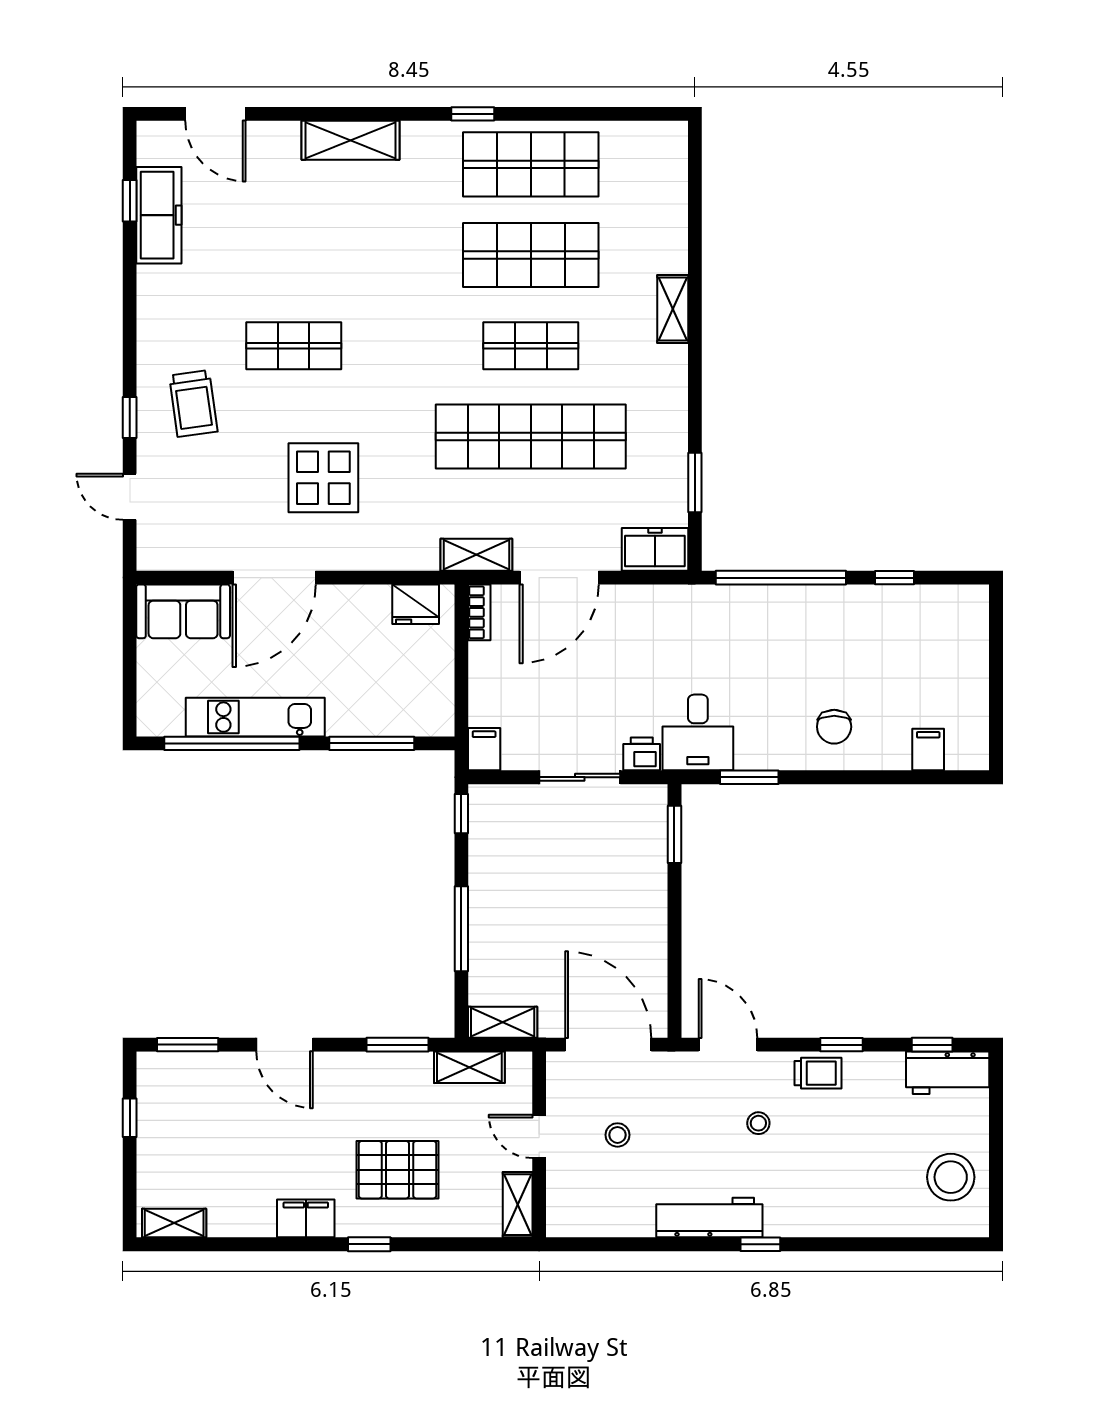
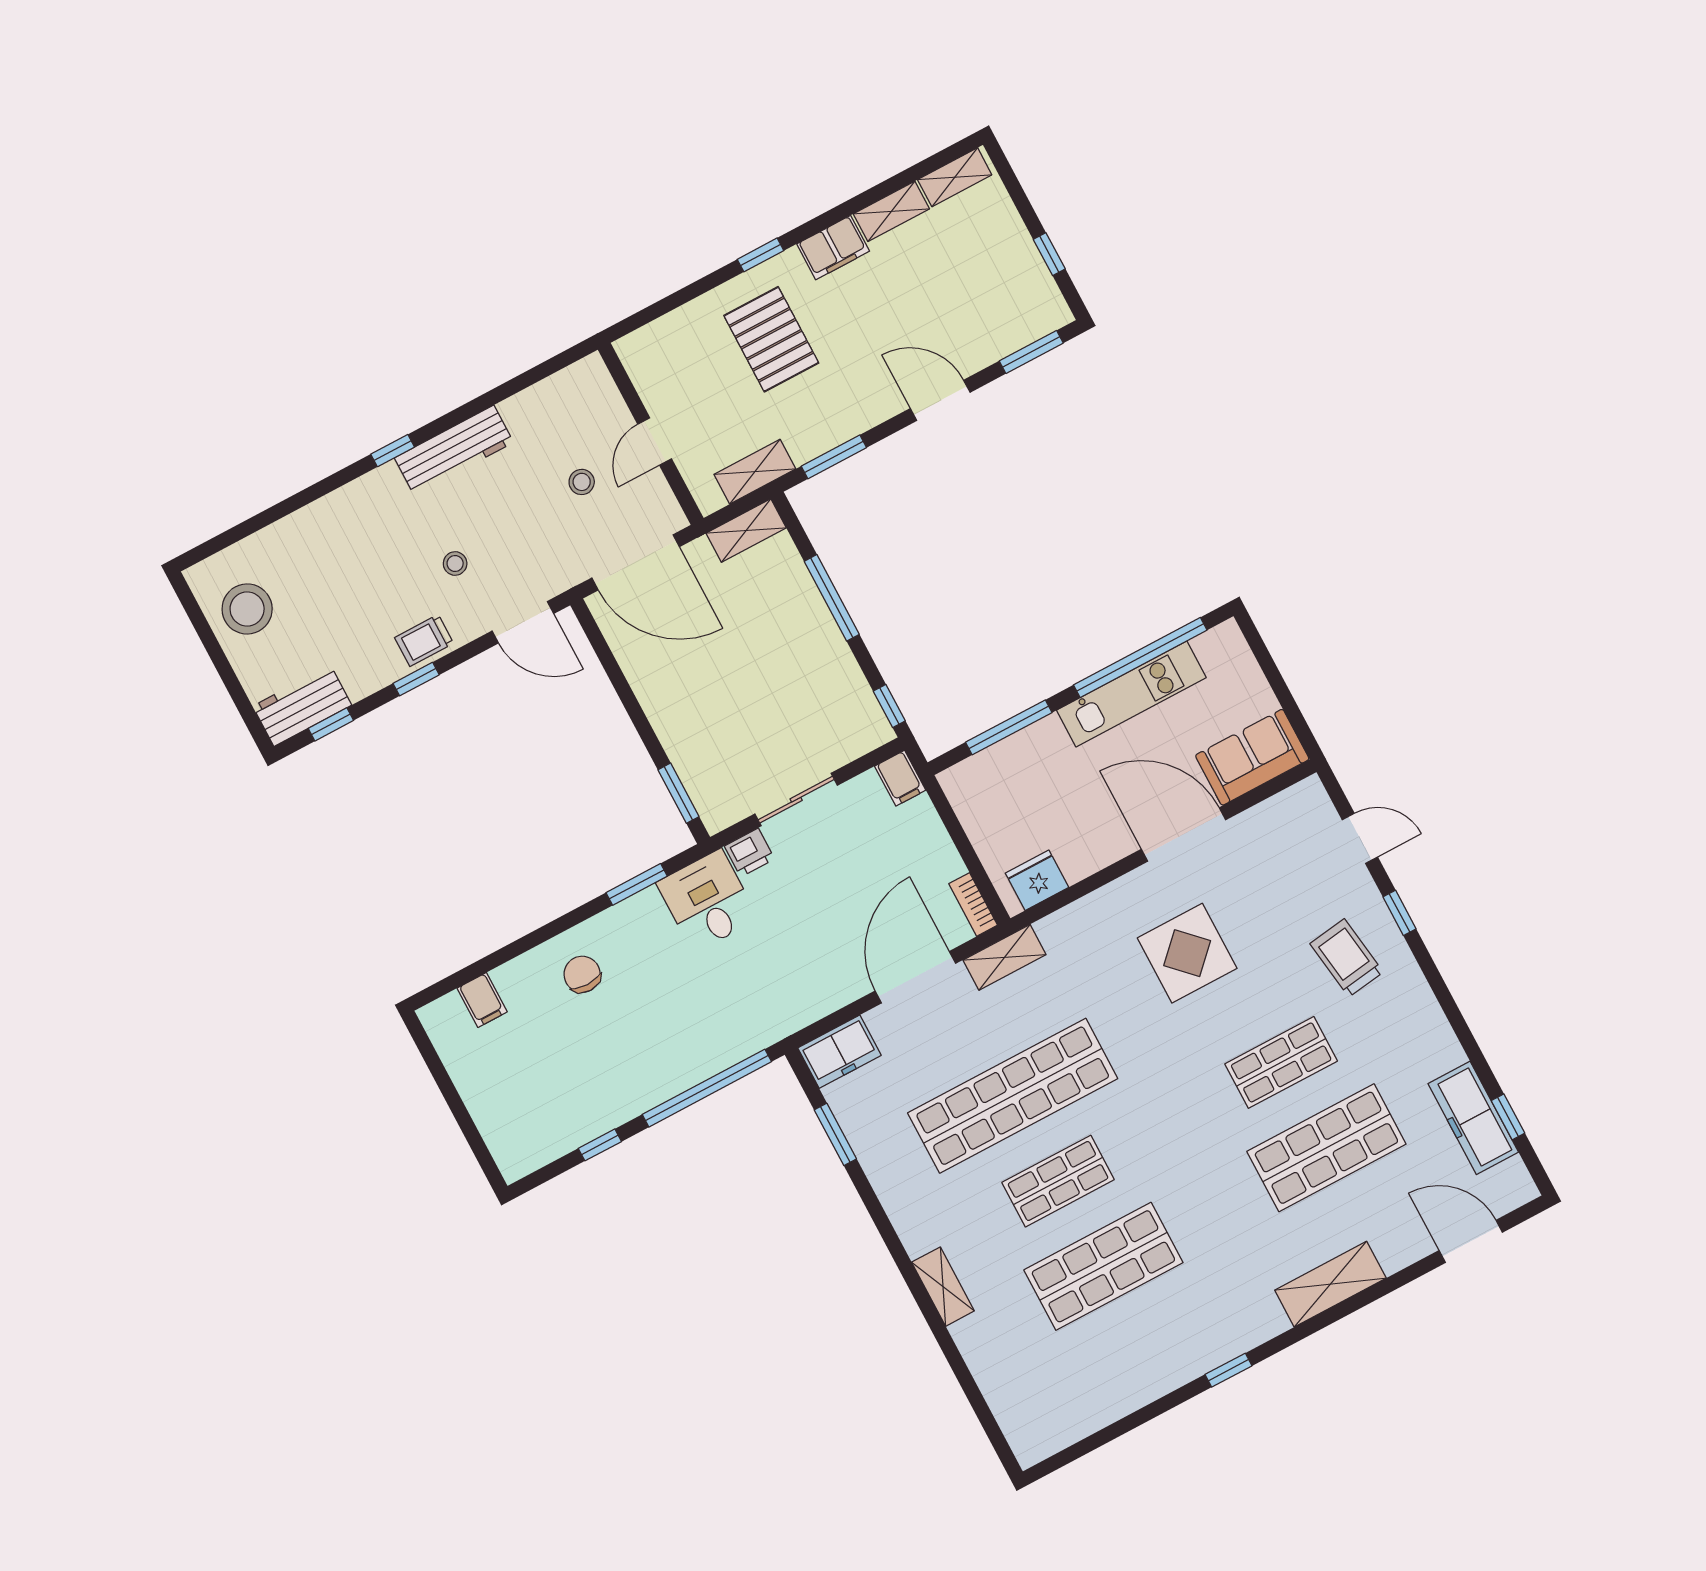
shop shelf: (531, 164) -> (1326, 1148), moved
door: (274, 578) -> (1183, 835), hinge flipped
door: (539, 1136) -> (655, 441), swing flipped
pallet: (398, 1170) -> (771, 339), turned 90
shelving: (518, 1205) -> (891, 211), moved, turned 90

